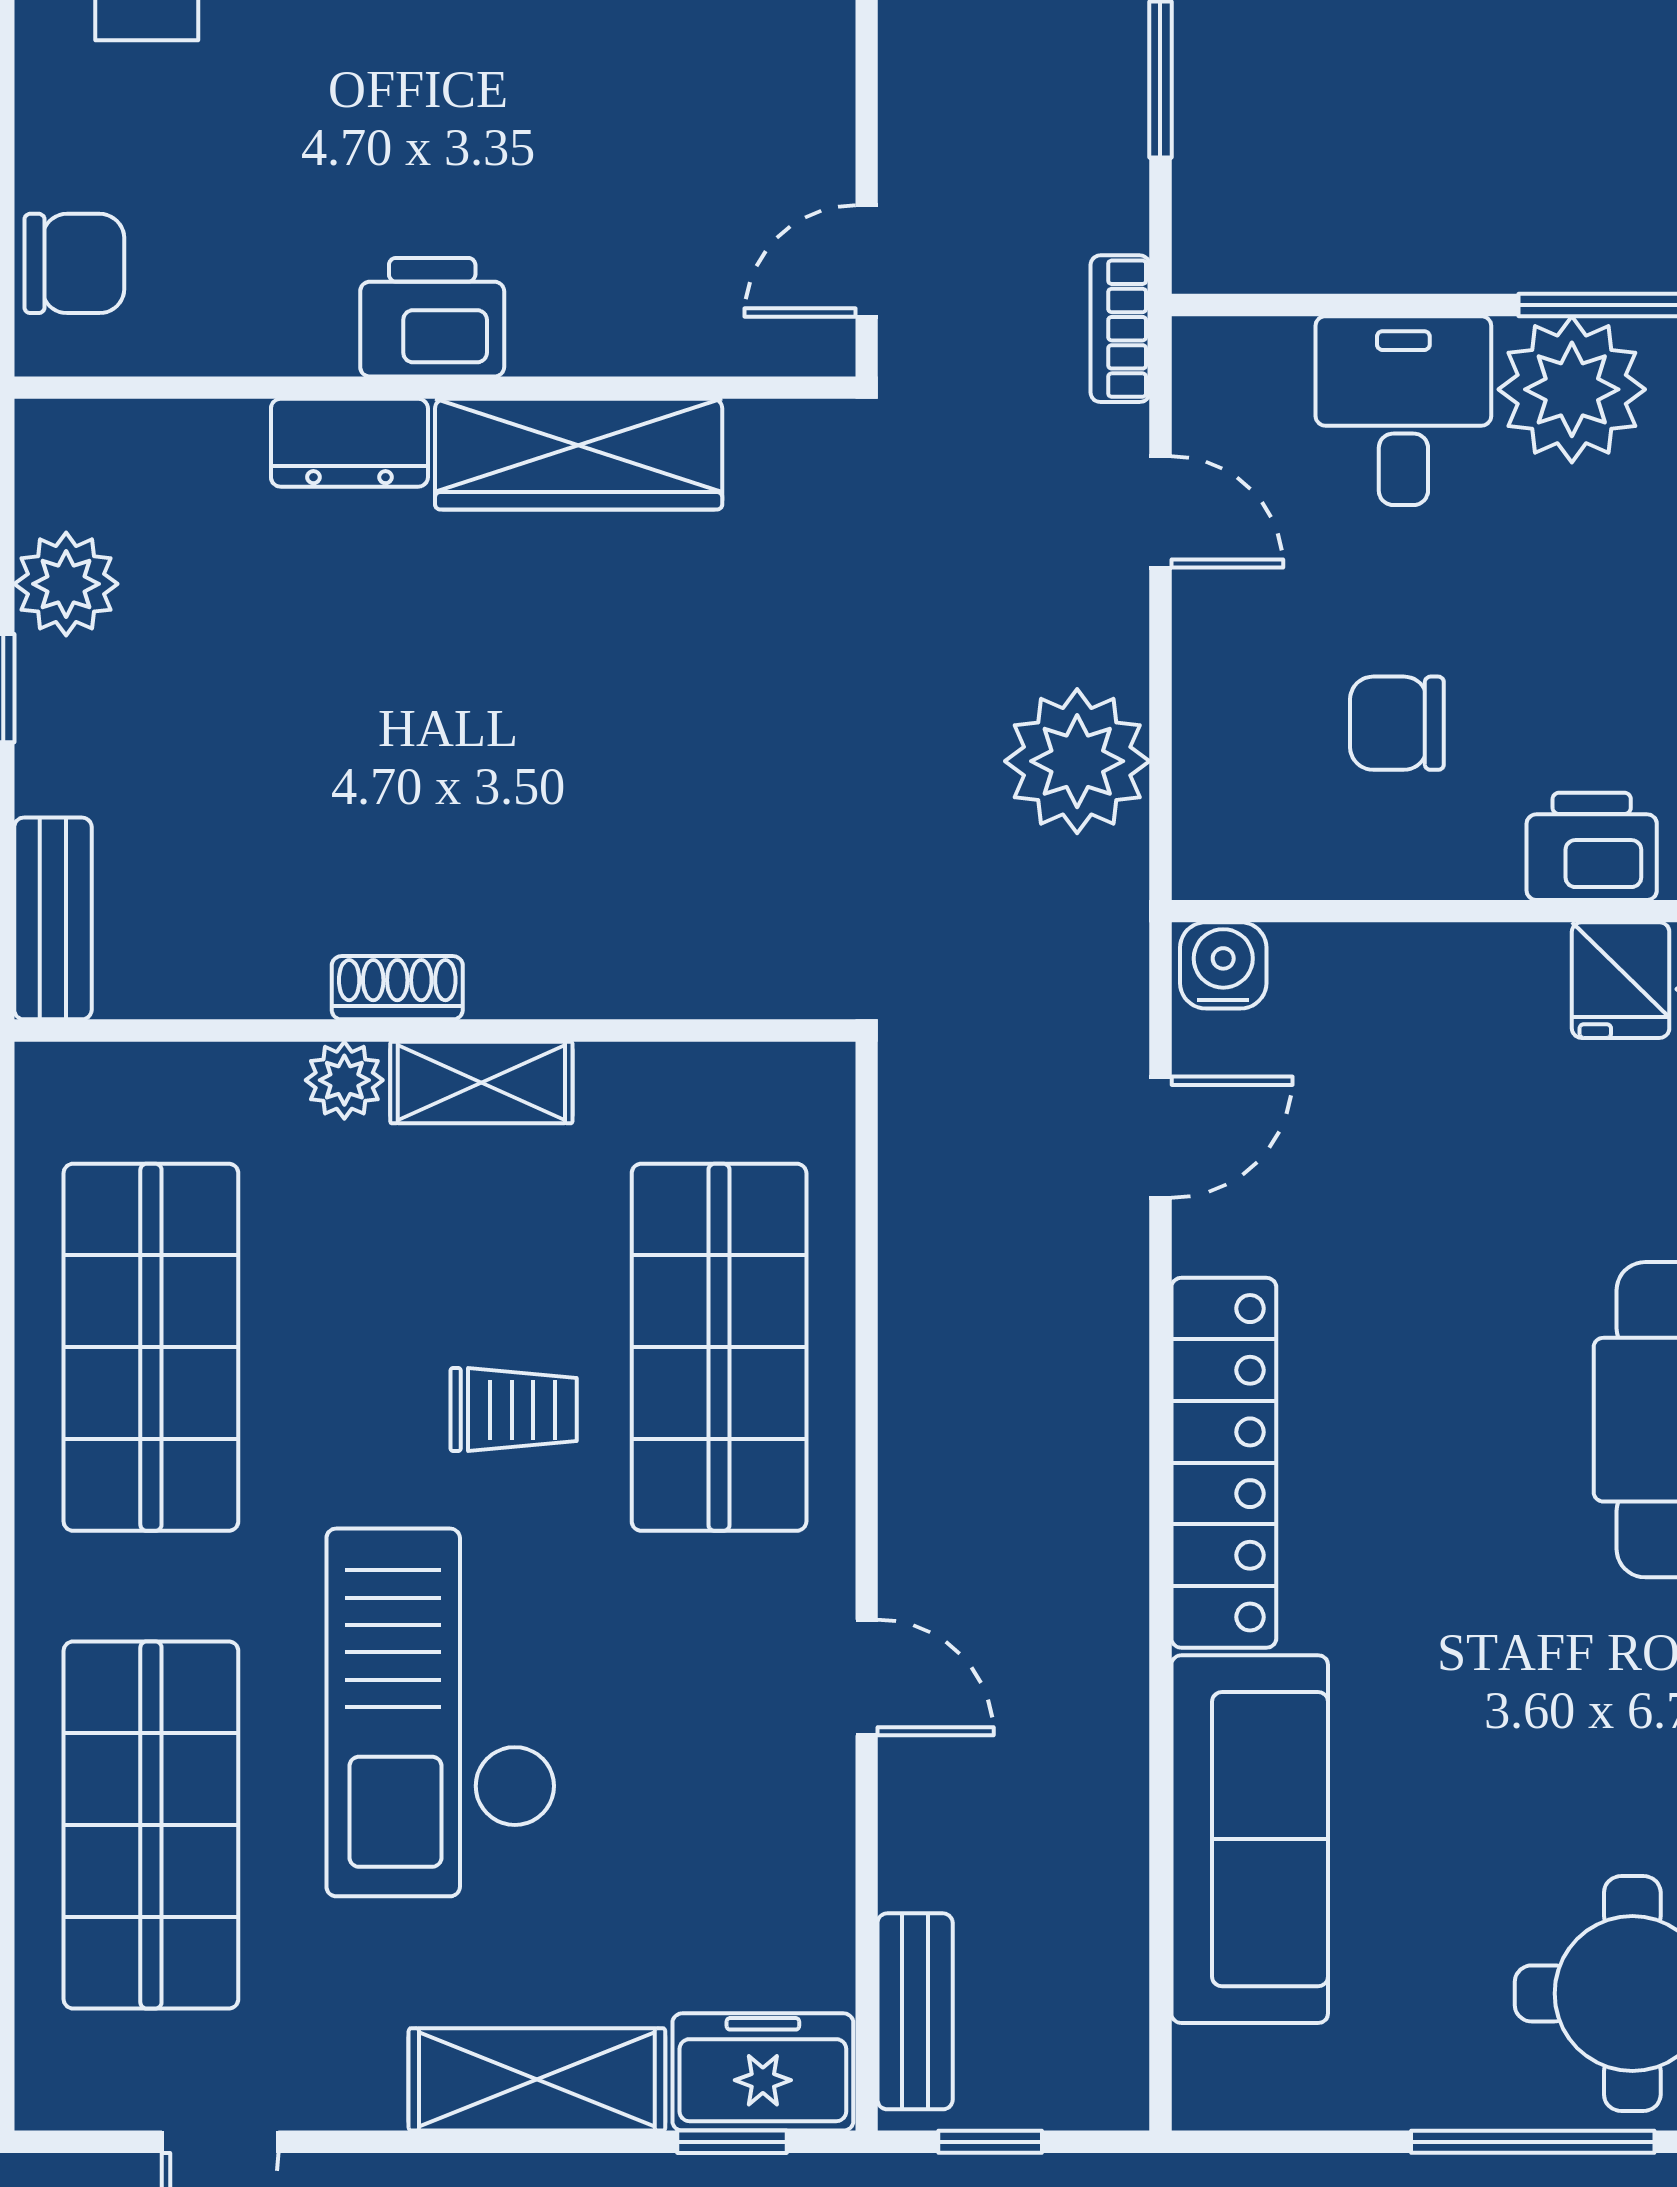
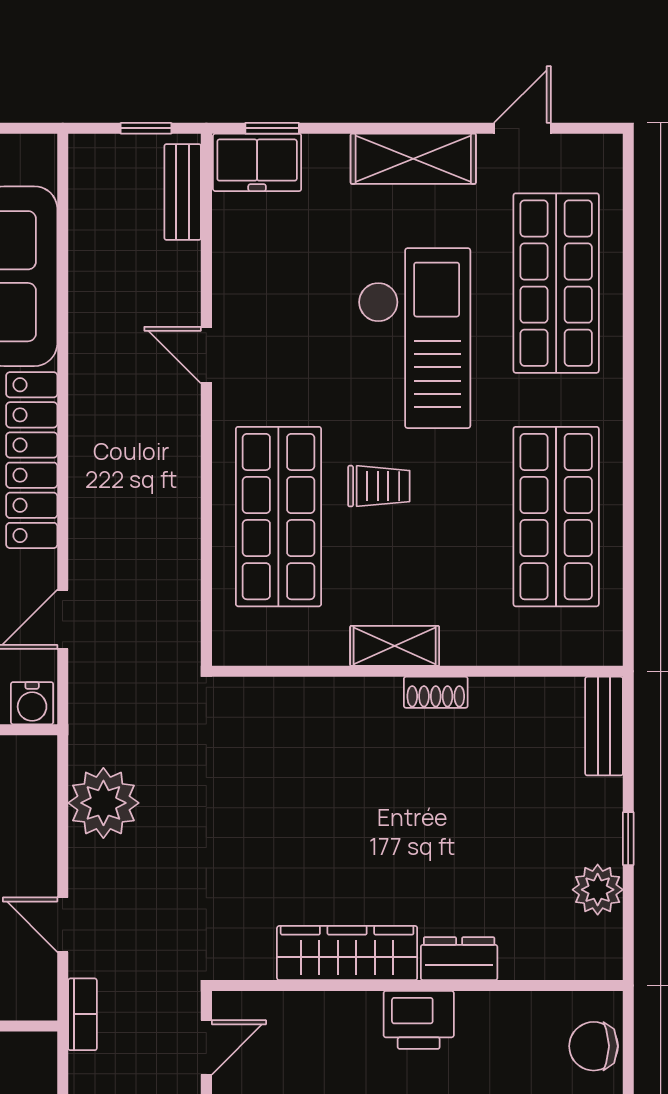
plant: (344, 1080) -> (462, 647), removed
trolley: (514, 1410) -> (379, 486), turned 180
shelving: (537, 2079) -> (413, 159), moved

